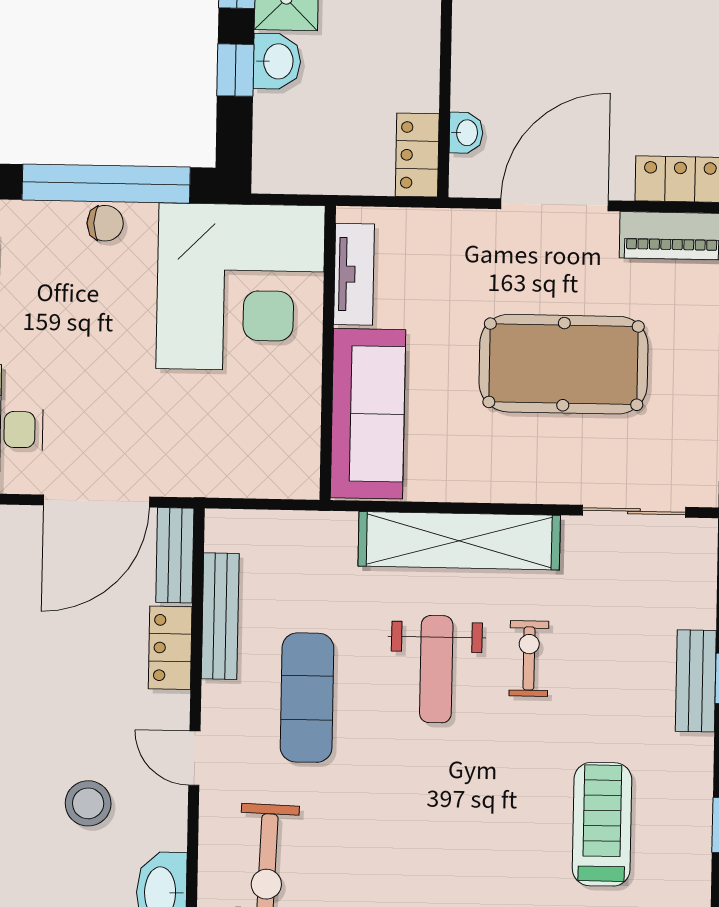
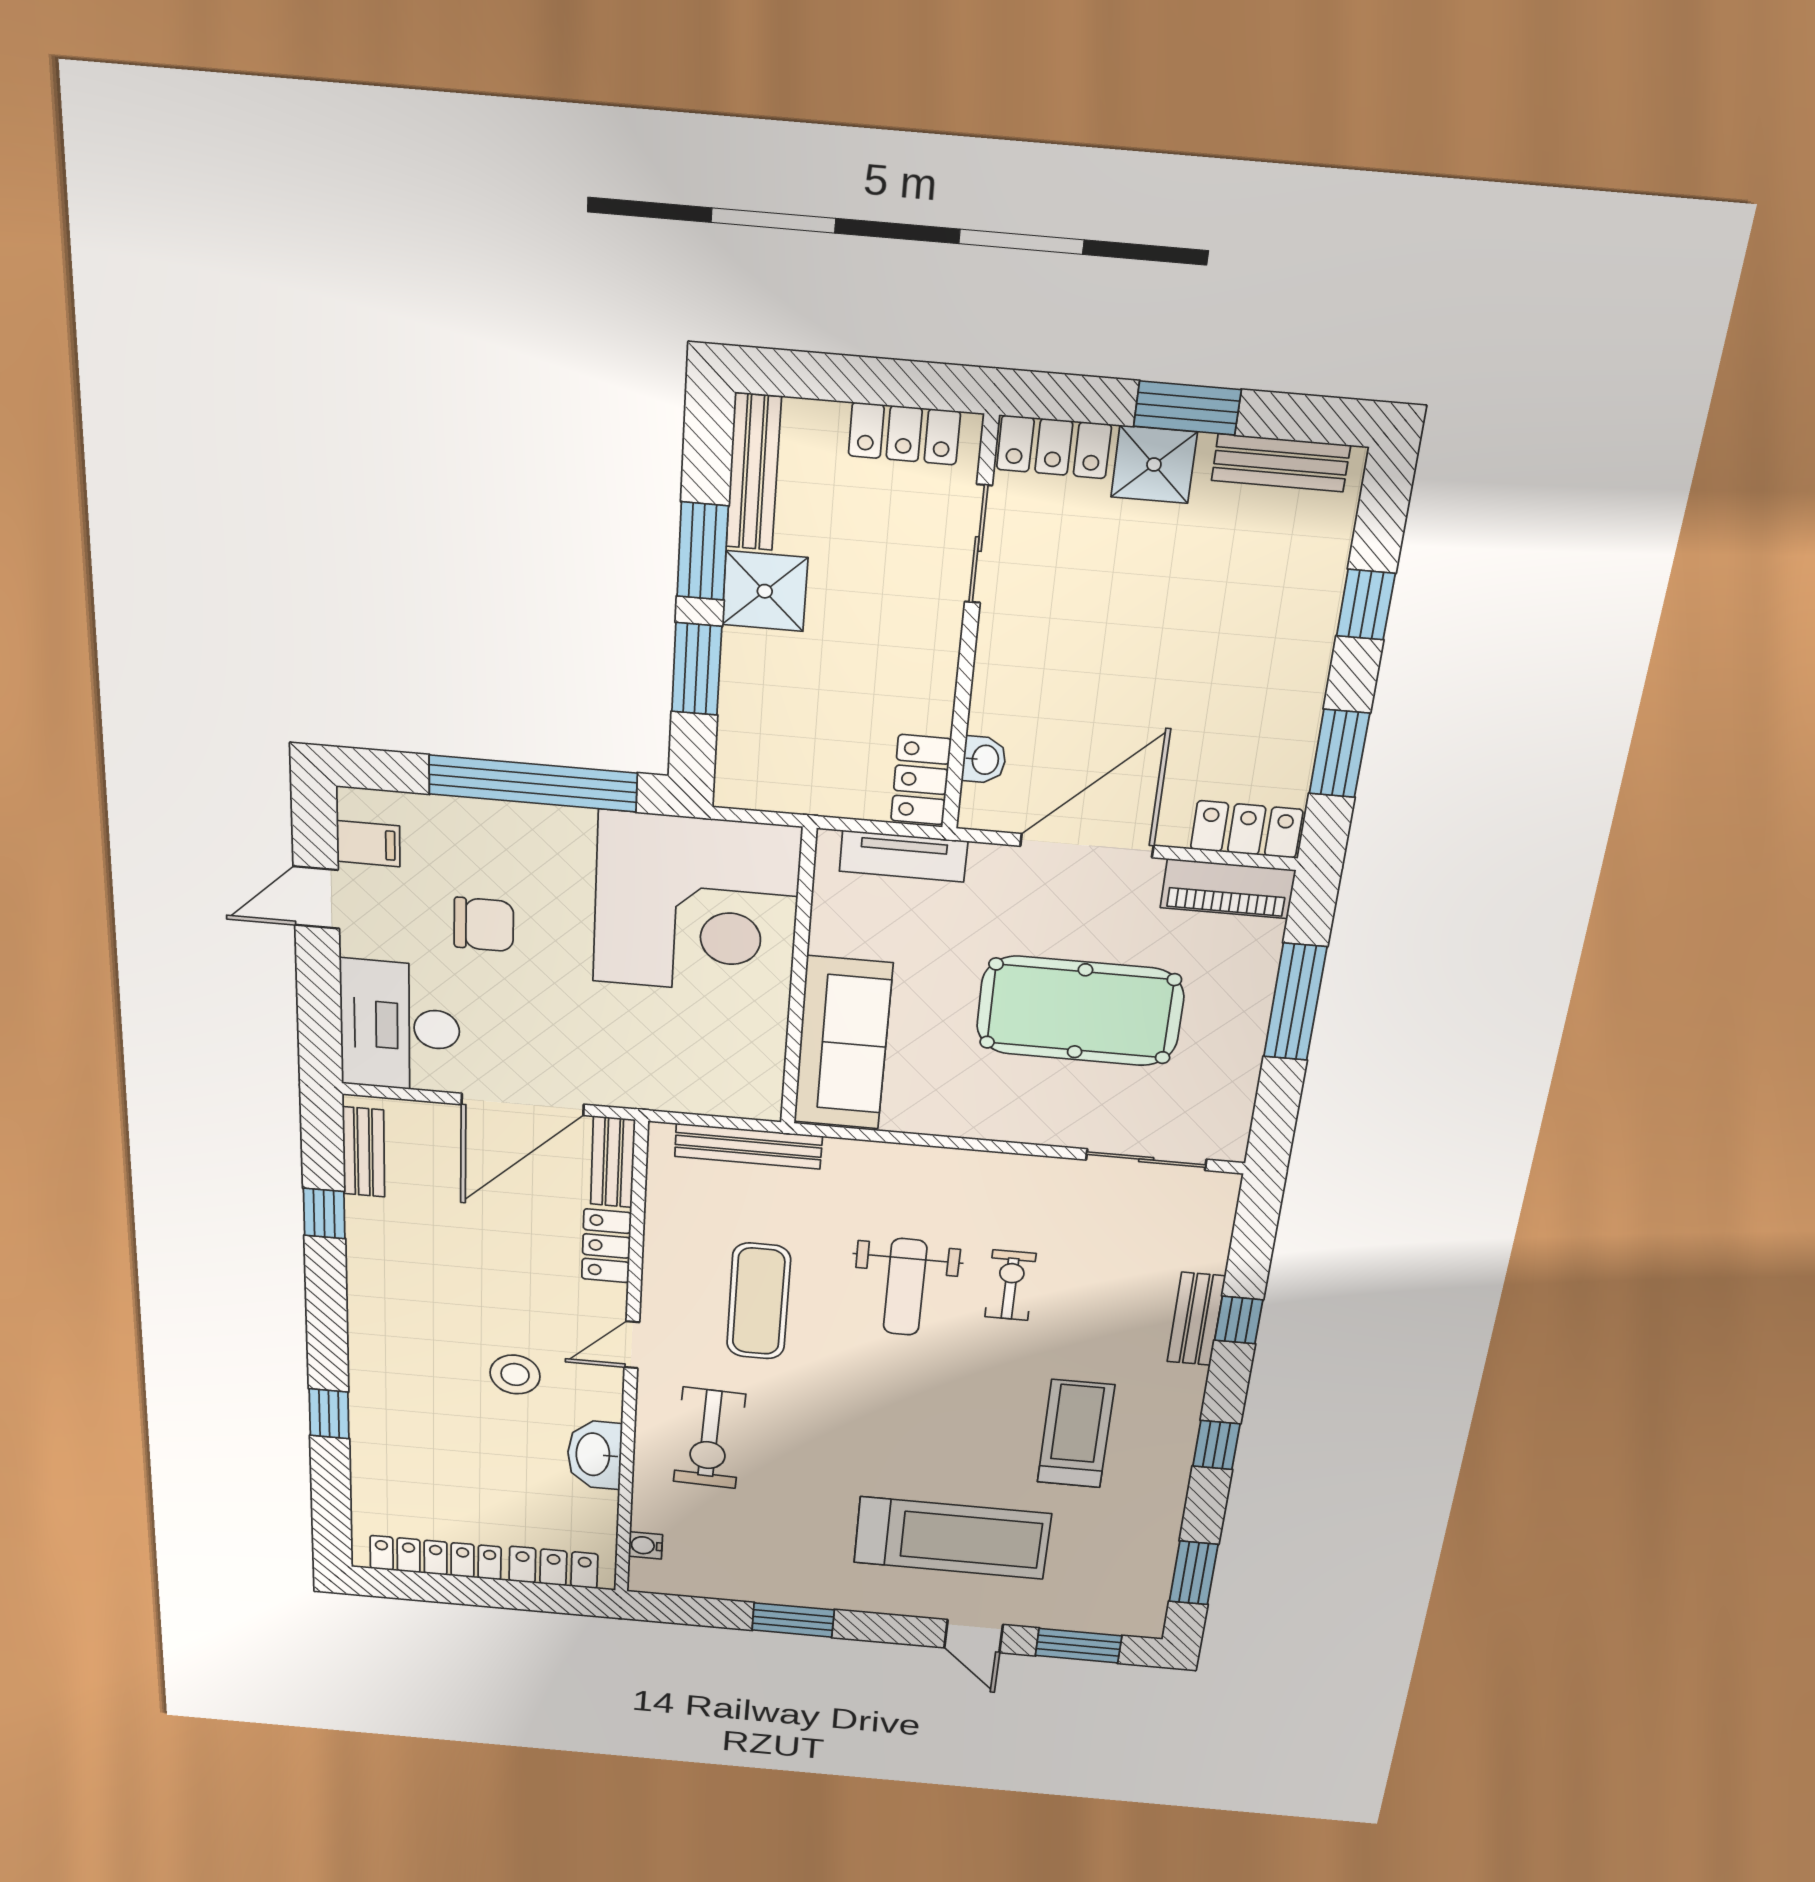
washbasin: (277, 61) -> (750, 663), removed
window: (235, 70) -> (697, 669), width x1.50
chair: (105, 223) -> (484, 924), moved, width x1.37, depth x1.37
tv unit: (354, 274) -> (903, 856), moved, turned 90
shelving: (459, 541) -> (941, 1172), removed
bench: (220, 616) -> (748, 1146), moved, turned 90
door: (194, 758) -> (632, 1345), hinge flipped

